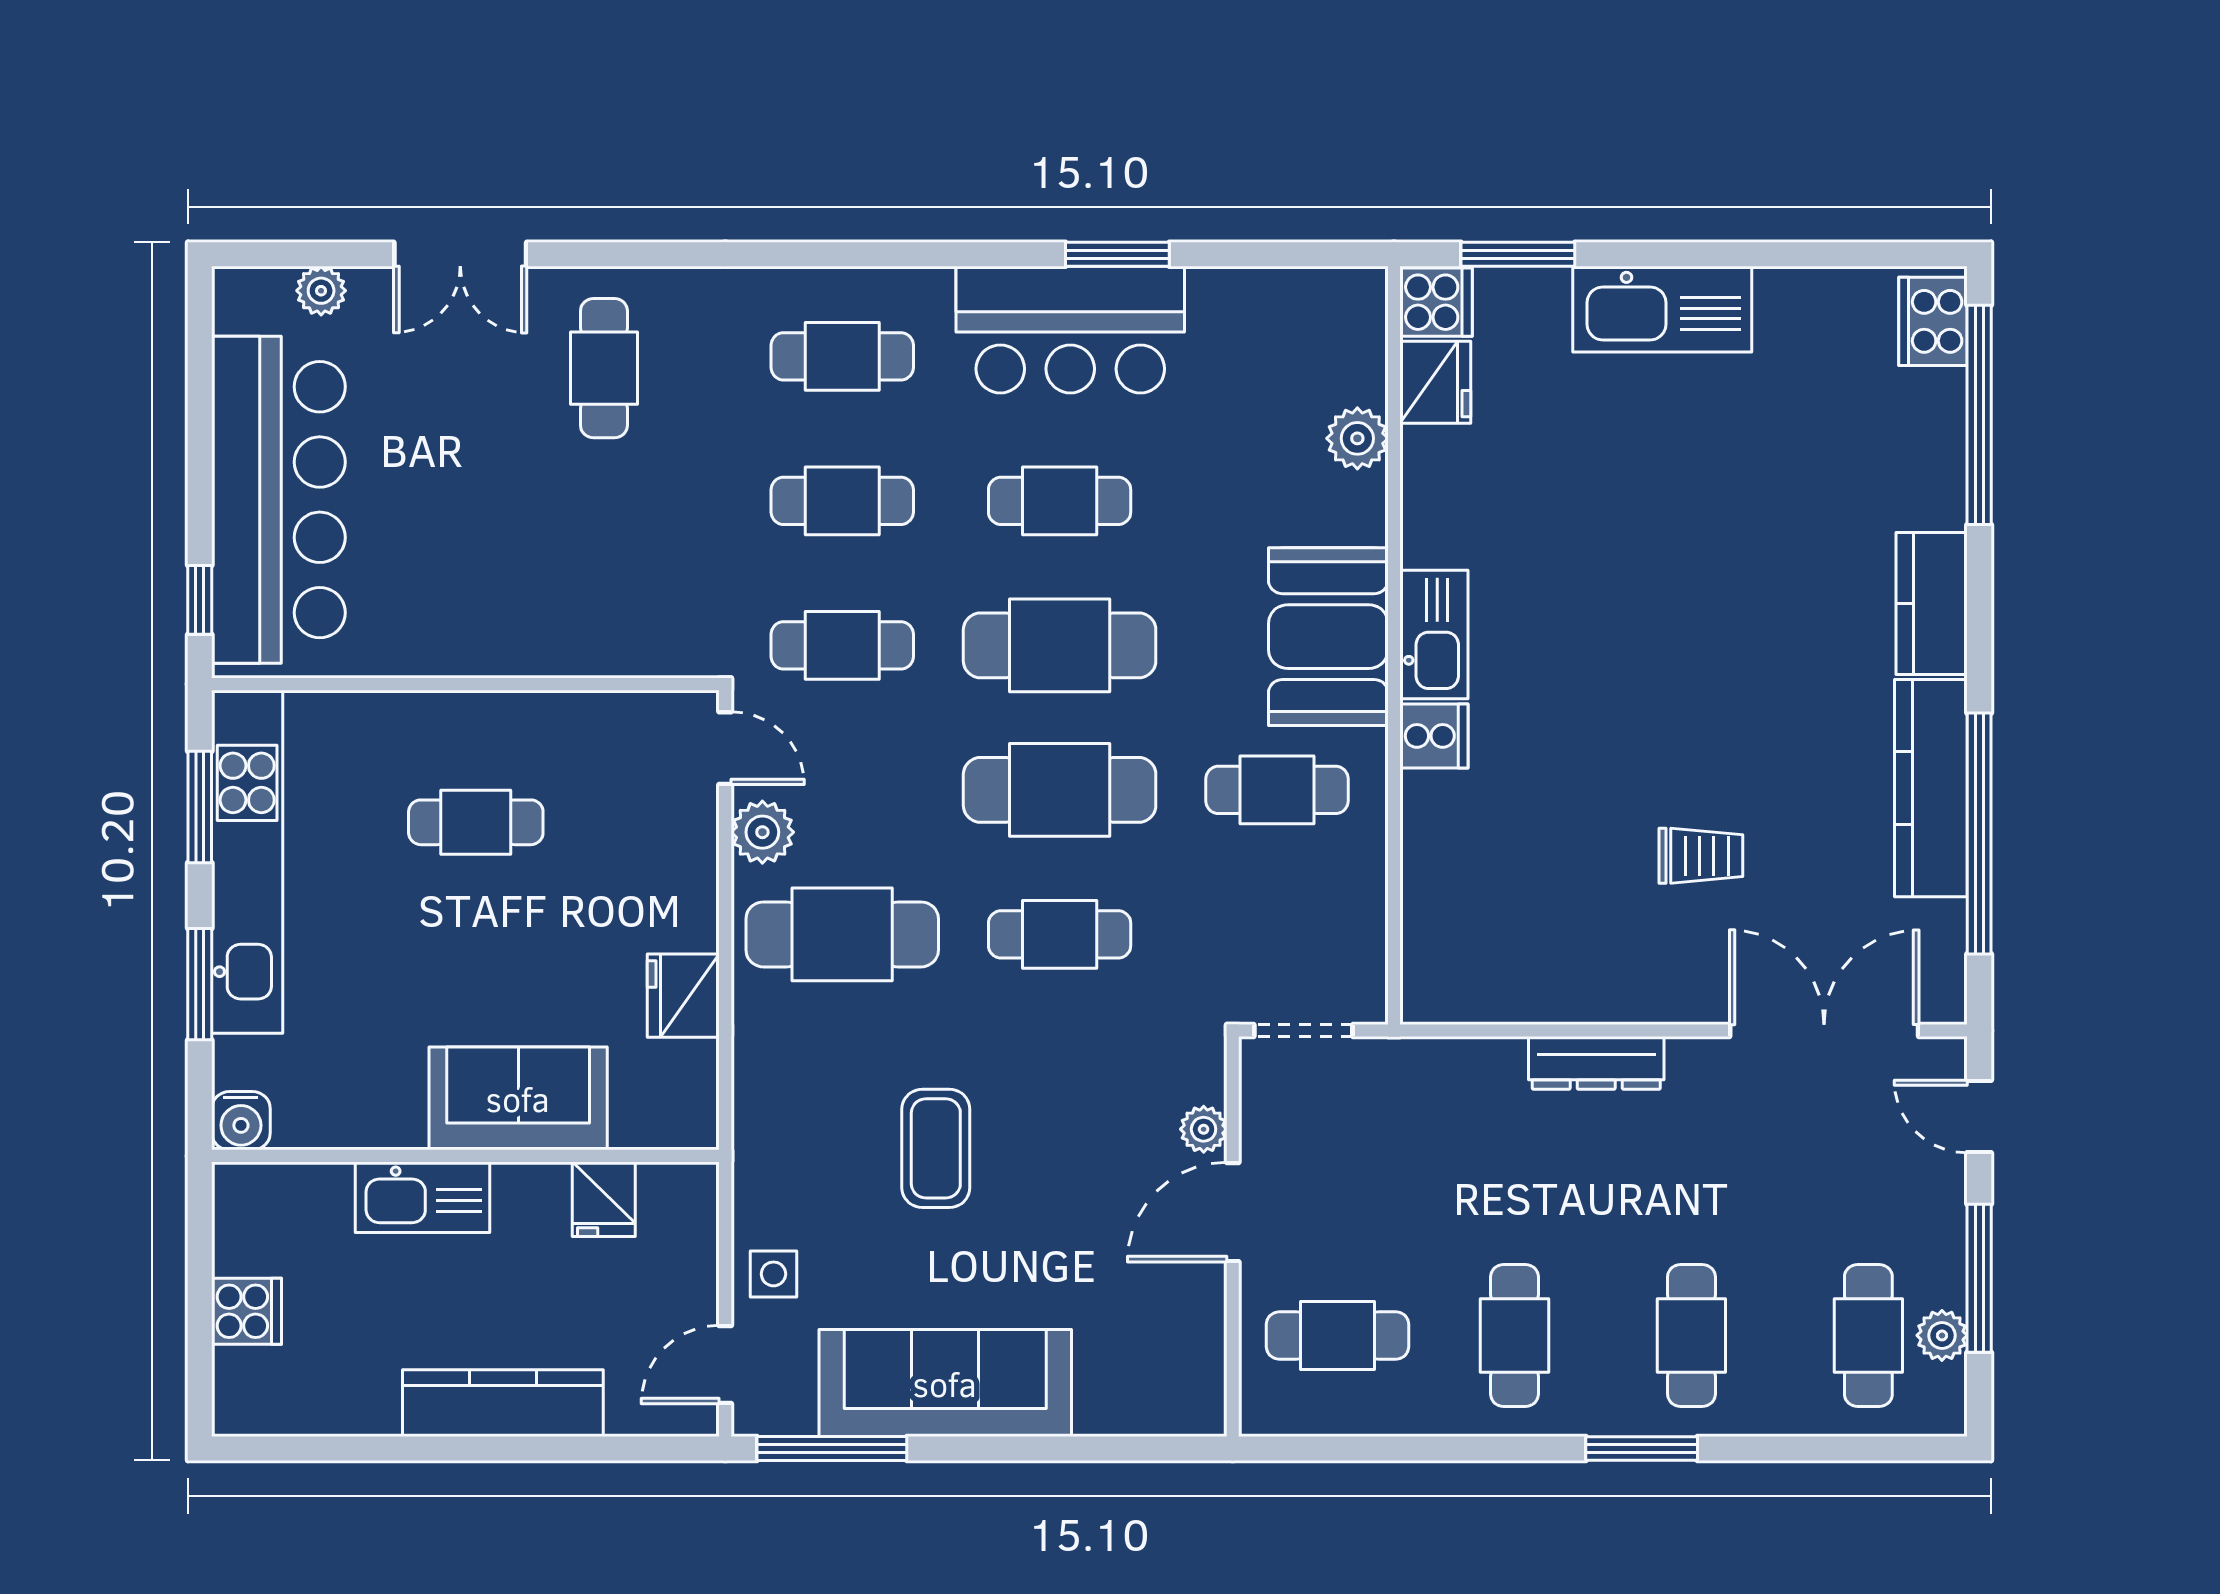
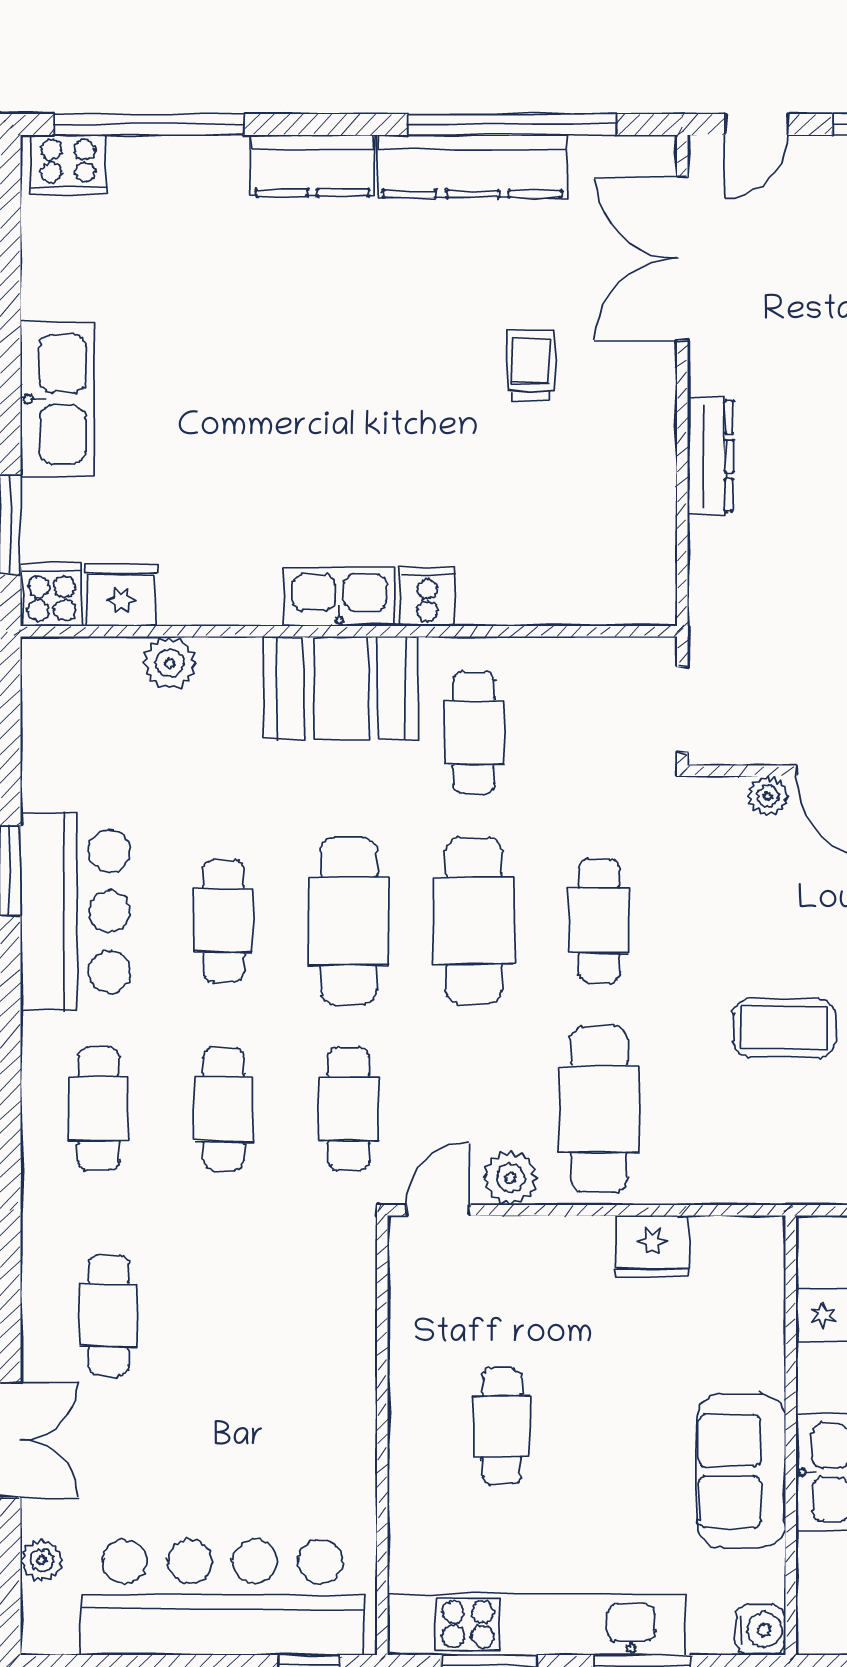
cafe table: (604, 368) -> (109, 1315), turned 90
sofa: (518, 1098) -> (741, 1471), moved

